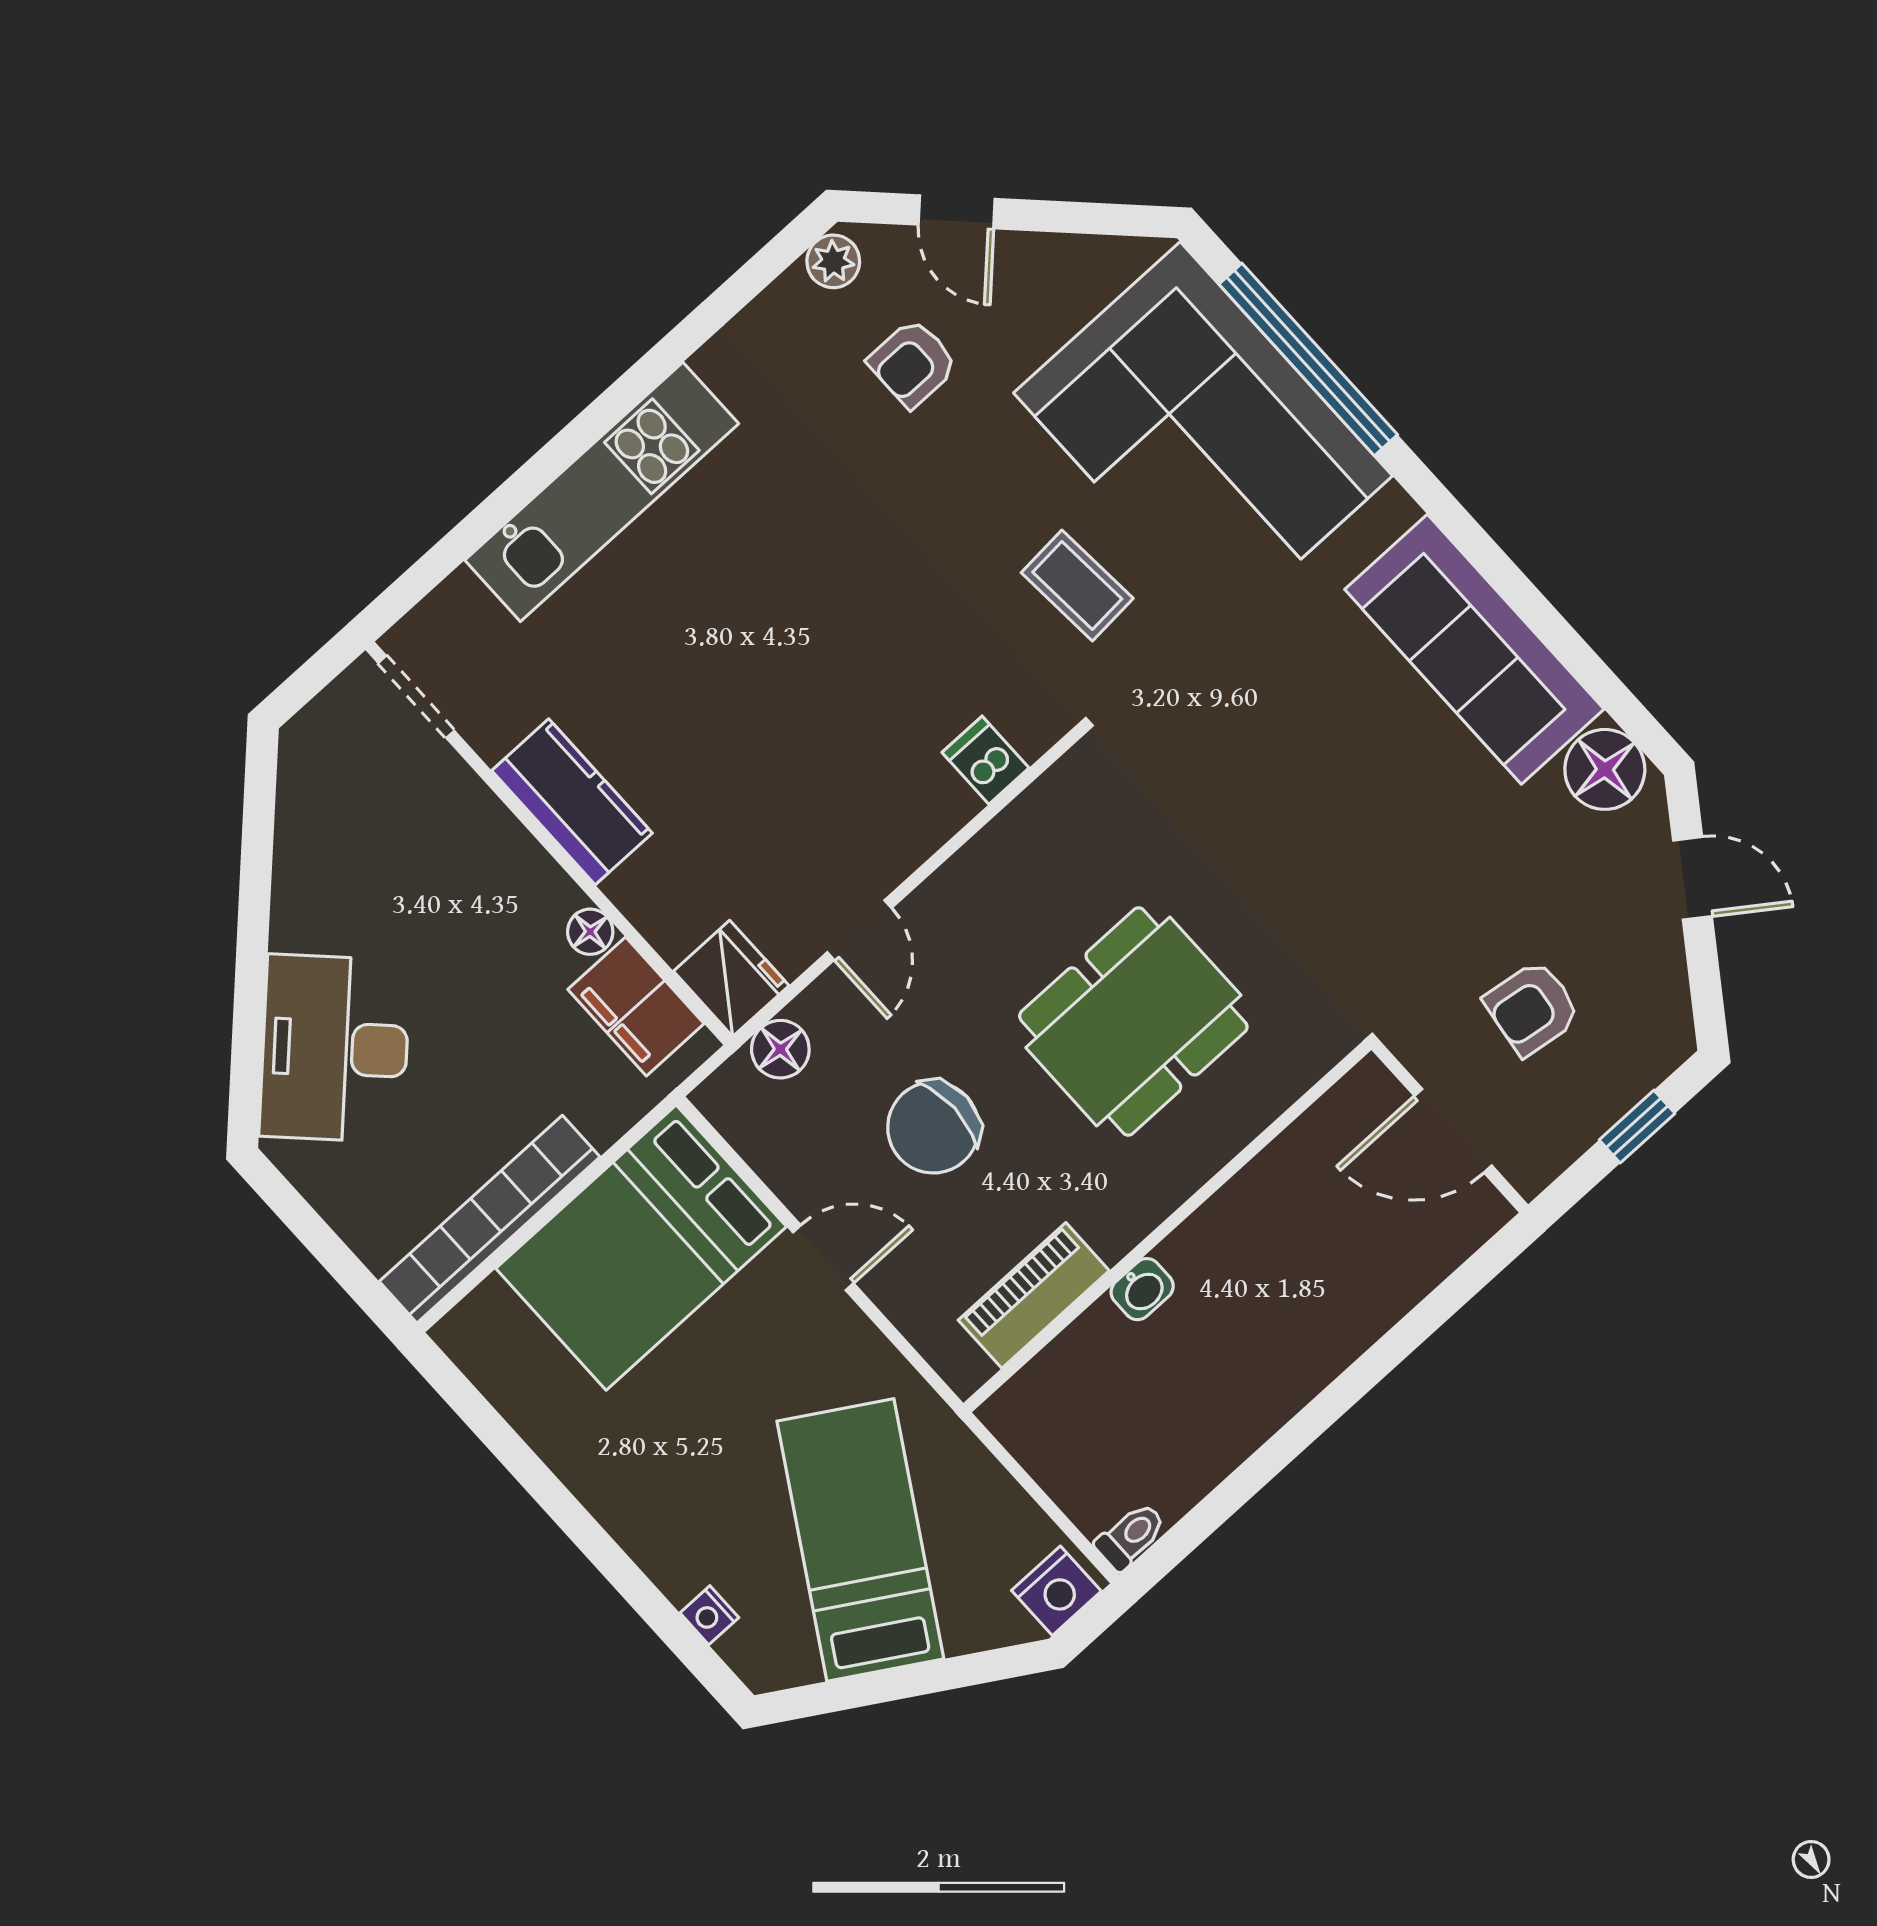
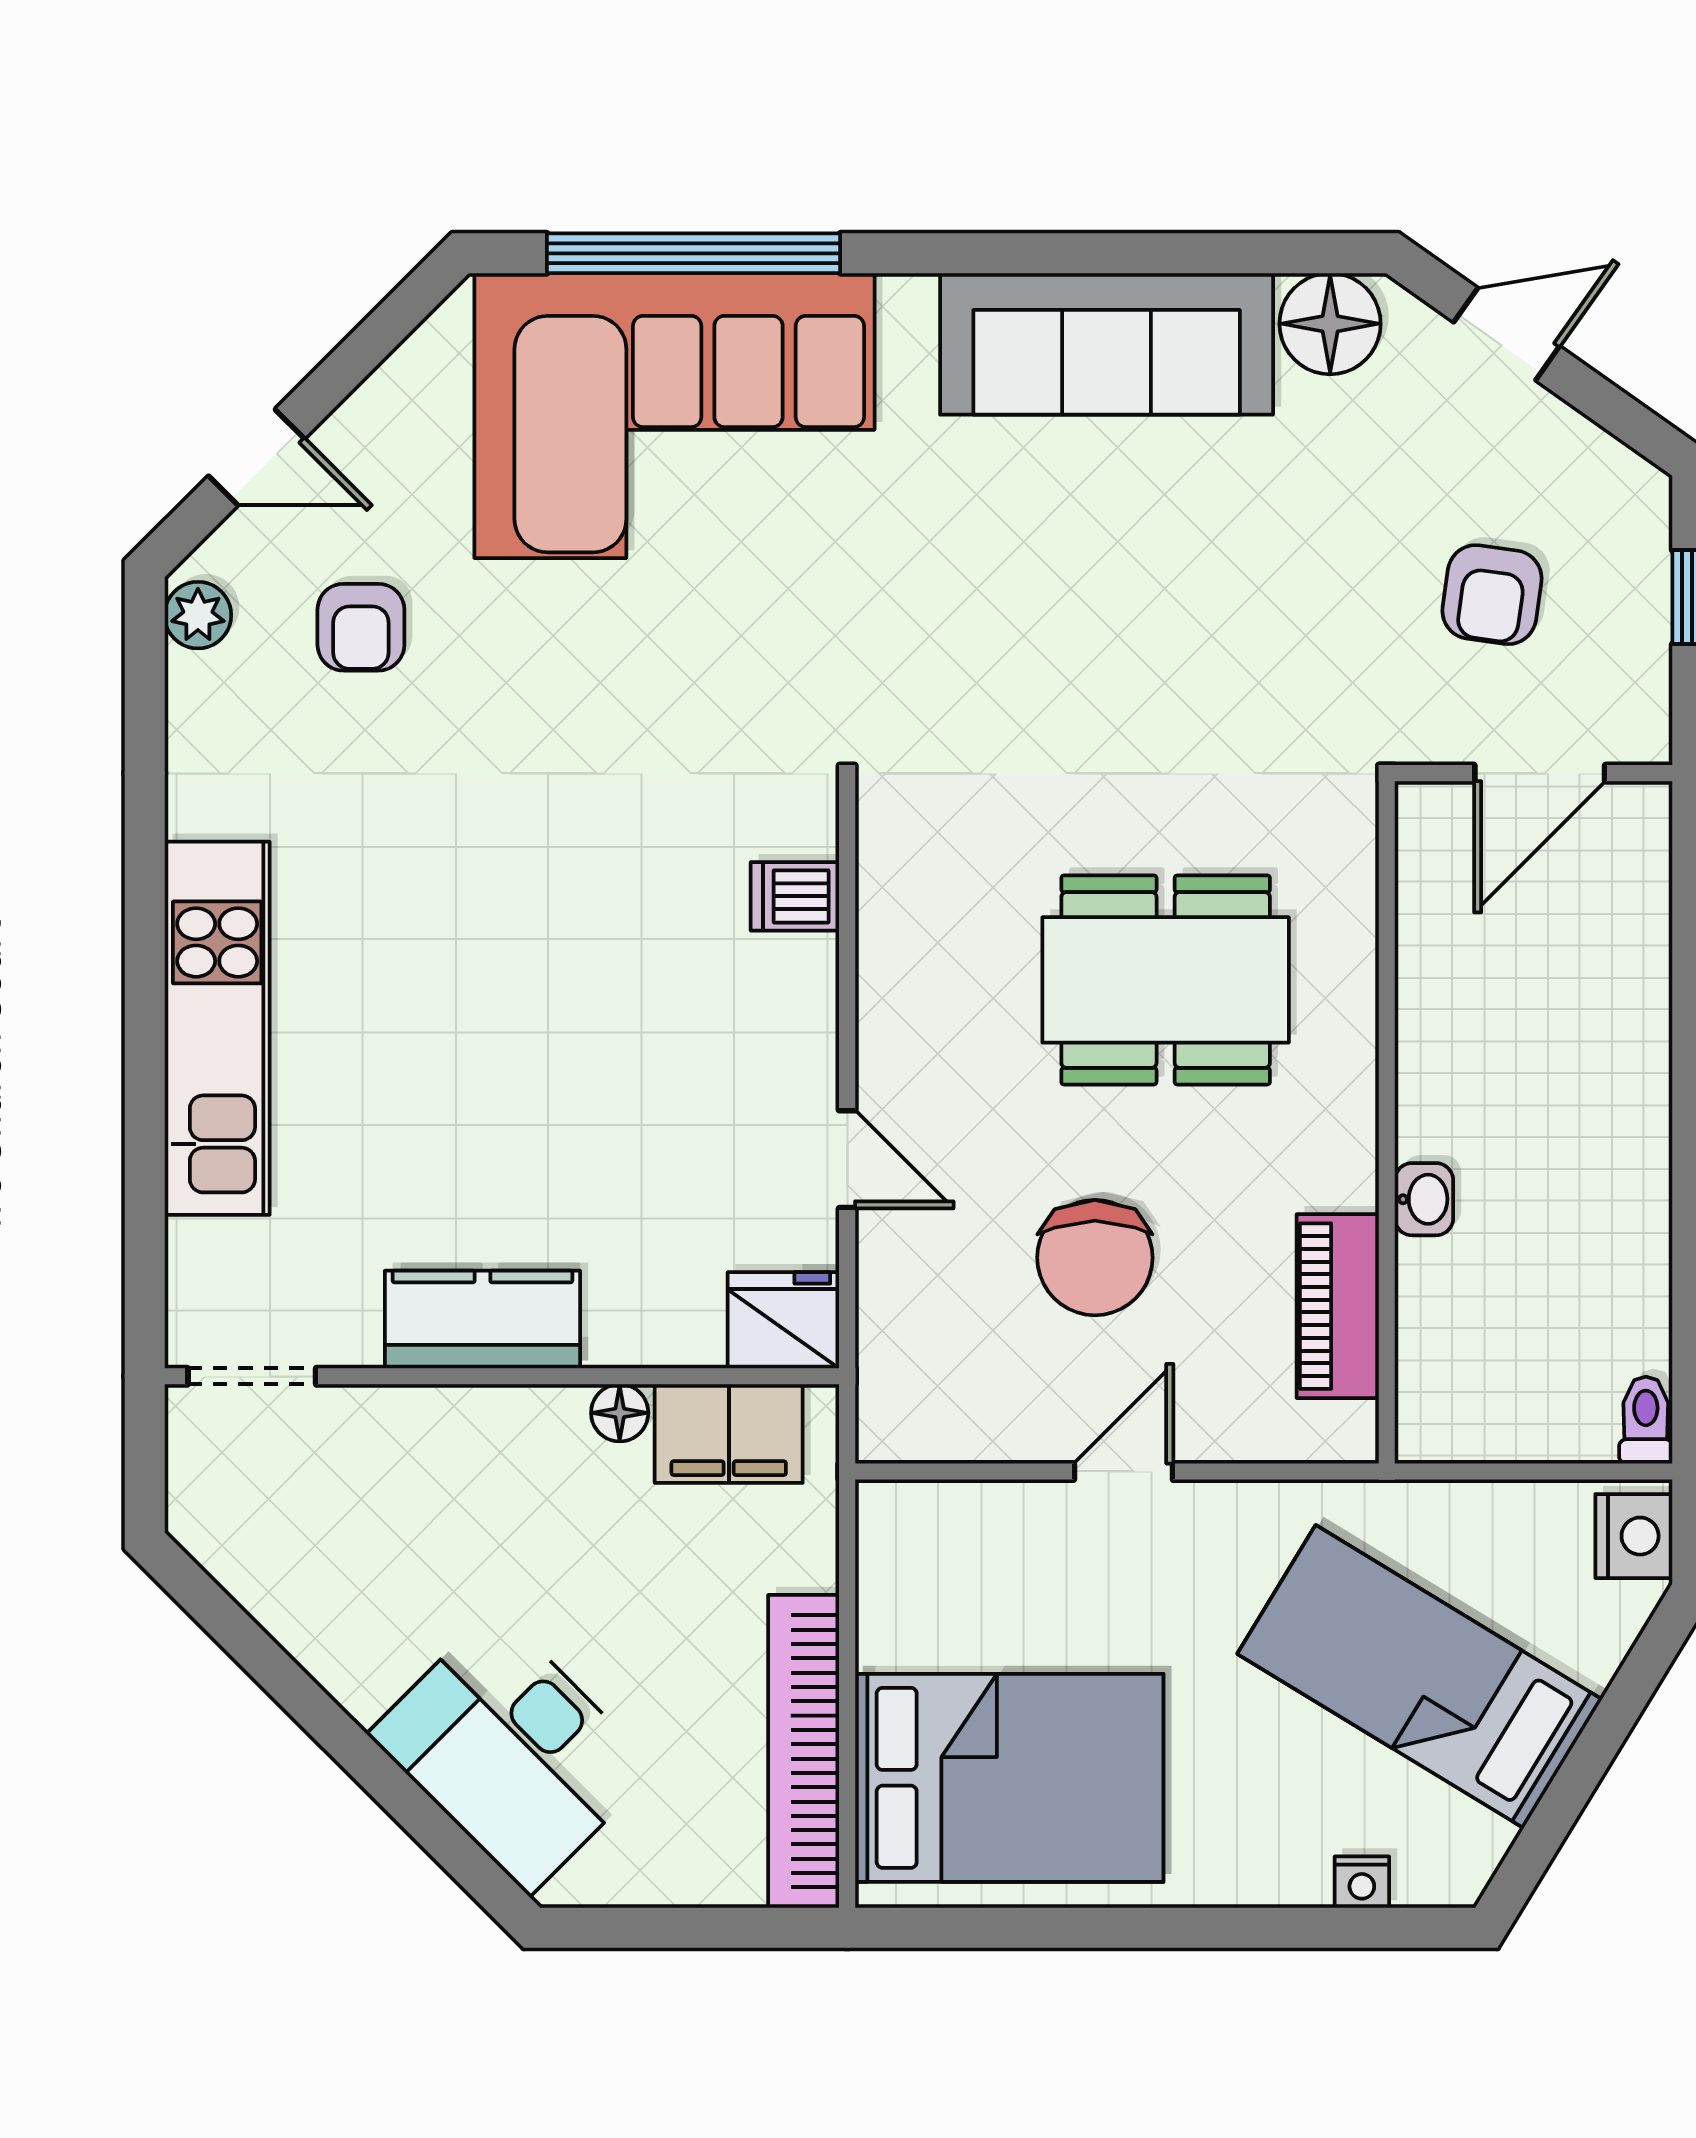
coffee table: (1077, 585) -> (709, 662), removed
dining table: (1133, 1021) -> (1166, 980), turned 90
floor lamp: (780, 1049) -> (891, 1334), removed
bed: (641, 1248) -> (1009, 1778), moved, turned -90

